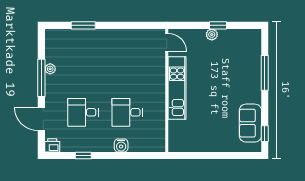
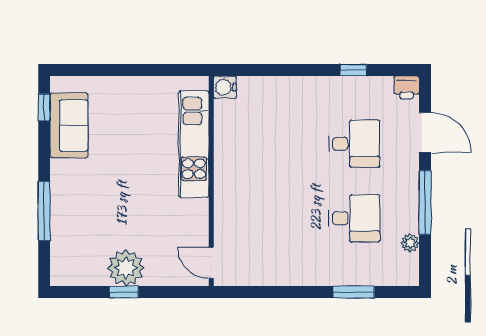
plant: (212, 35) -> (126, 268), width x1.88, depth x1.88
plant: (50, 69) -> (410, 243), moved
kitchen unit: (177, 88) -> (194, 144), moved
desk: (127, 112) -> (354, 218), moved
water cooler: (121, 145) -> (225, 87), moved, turned -90

